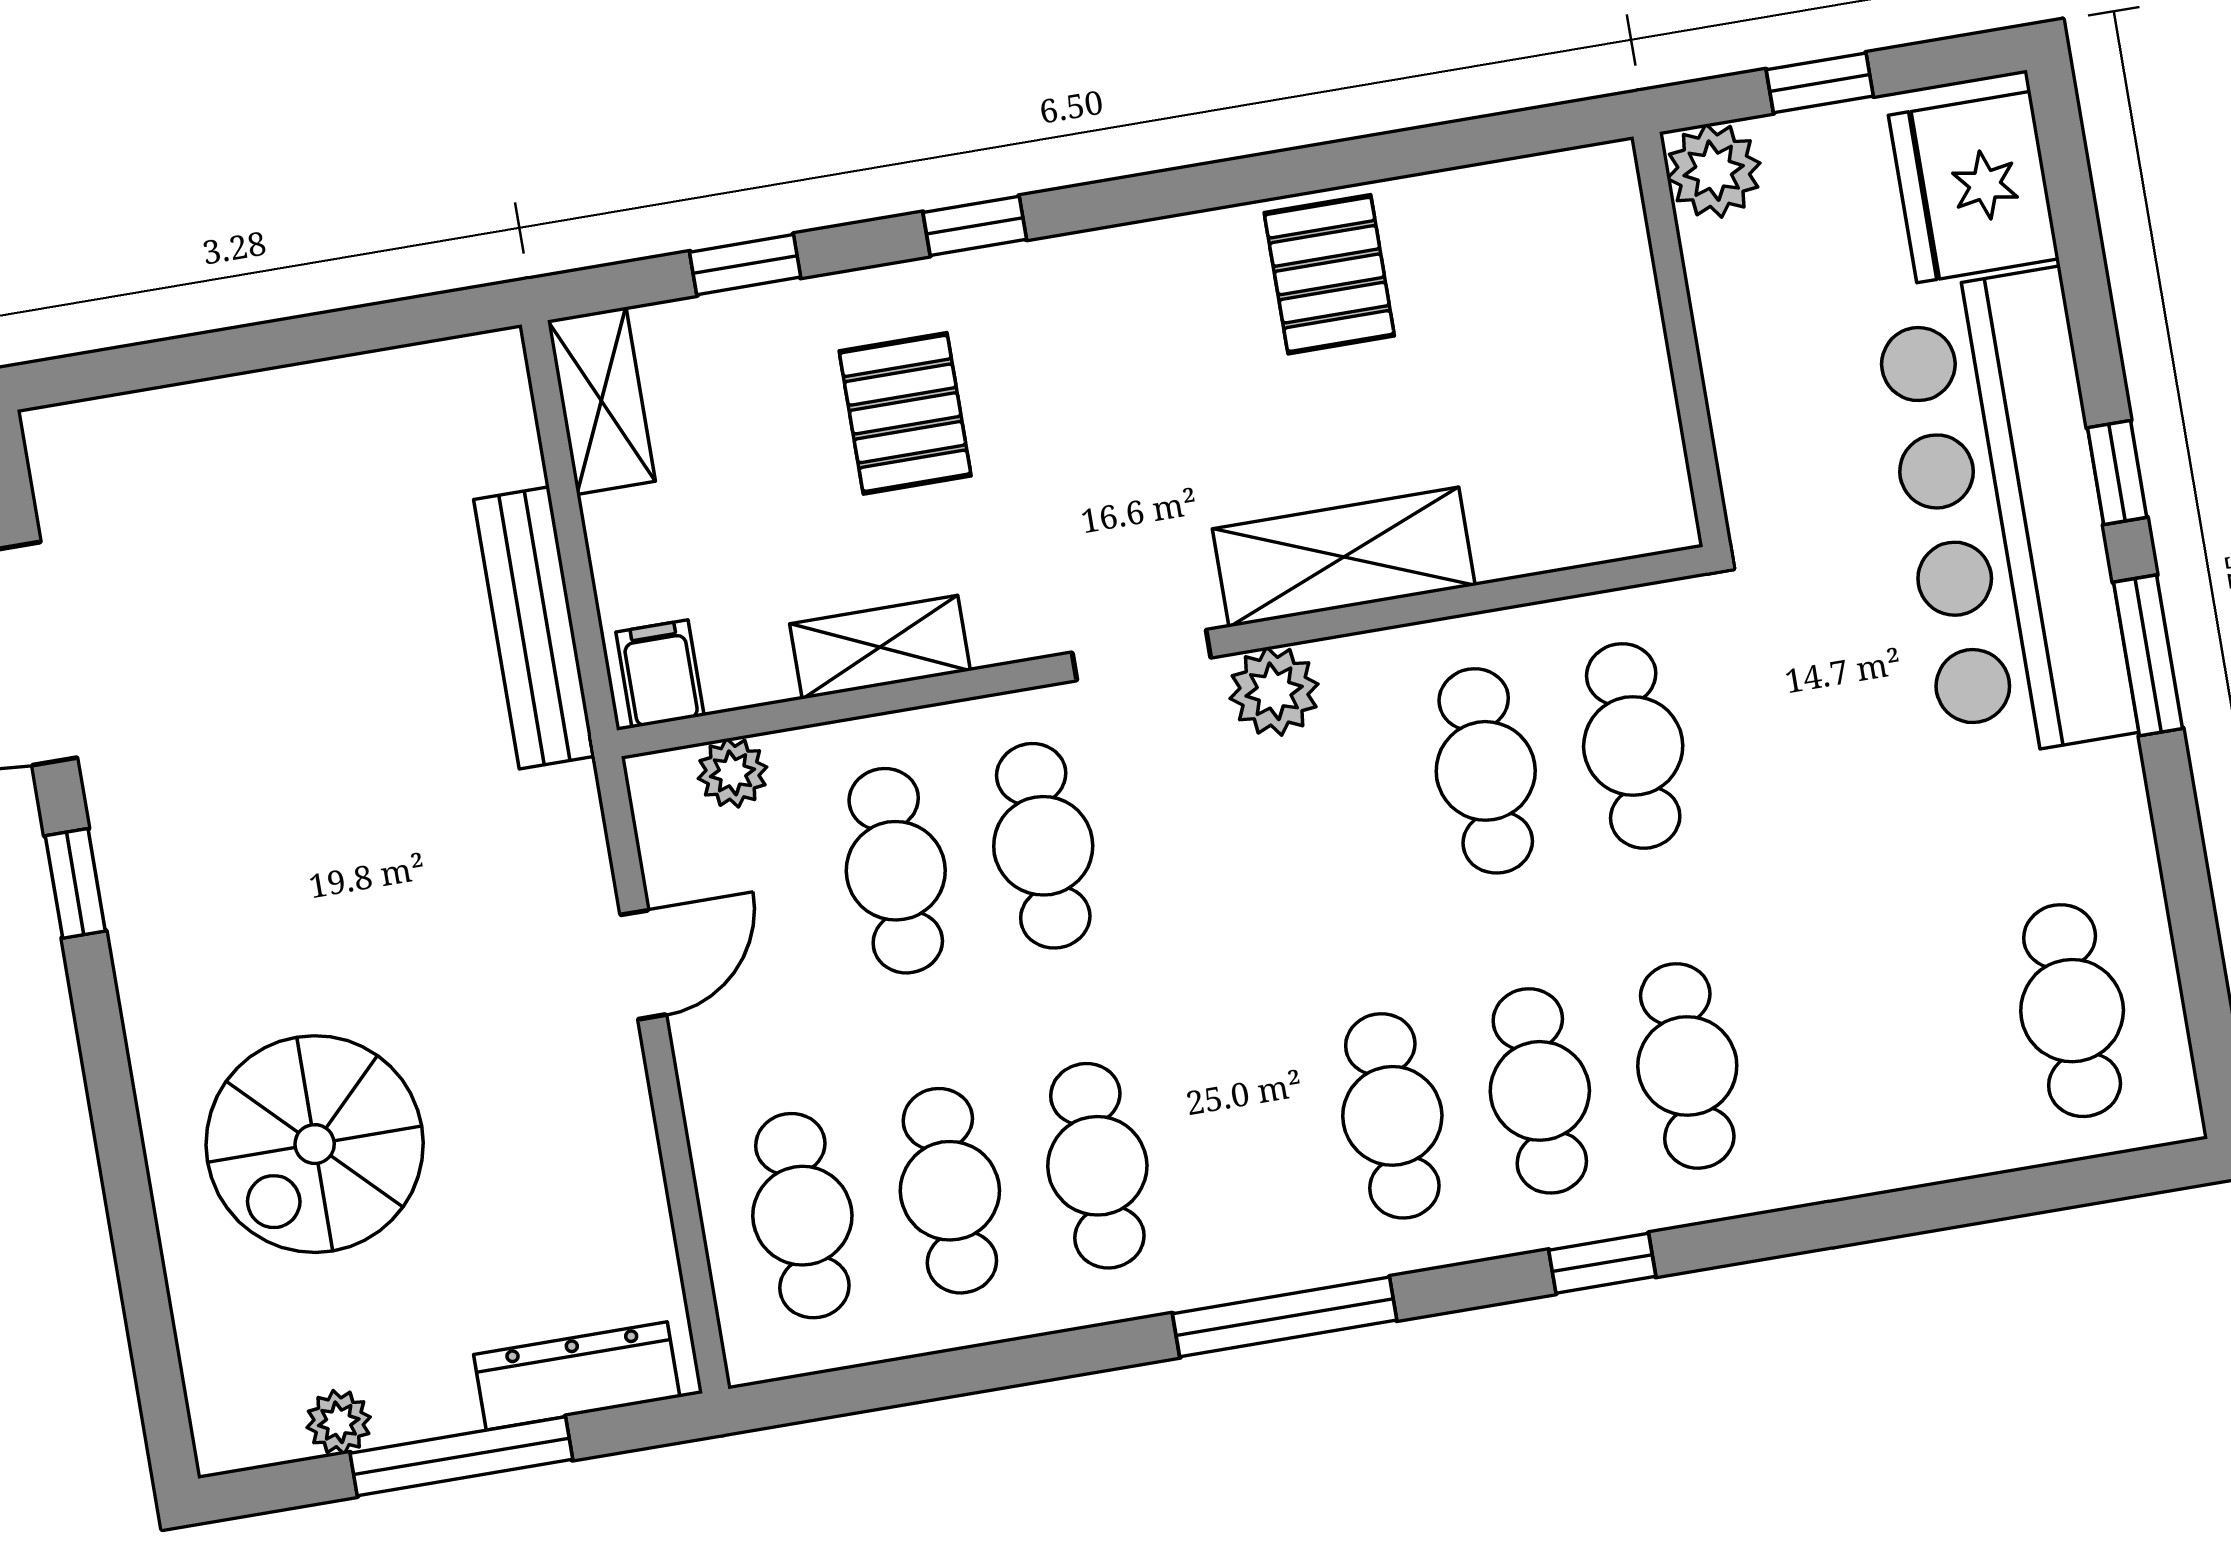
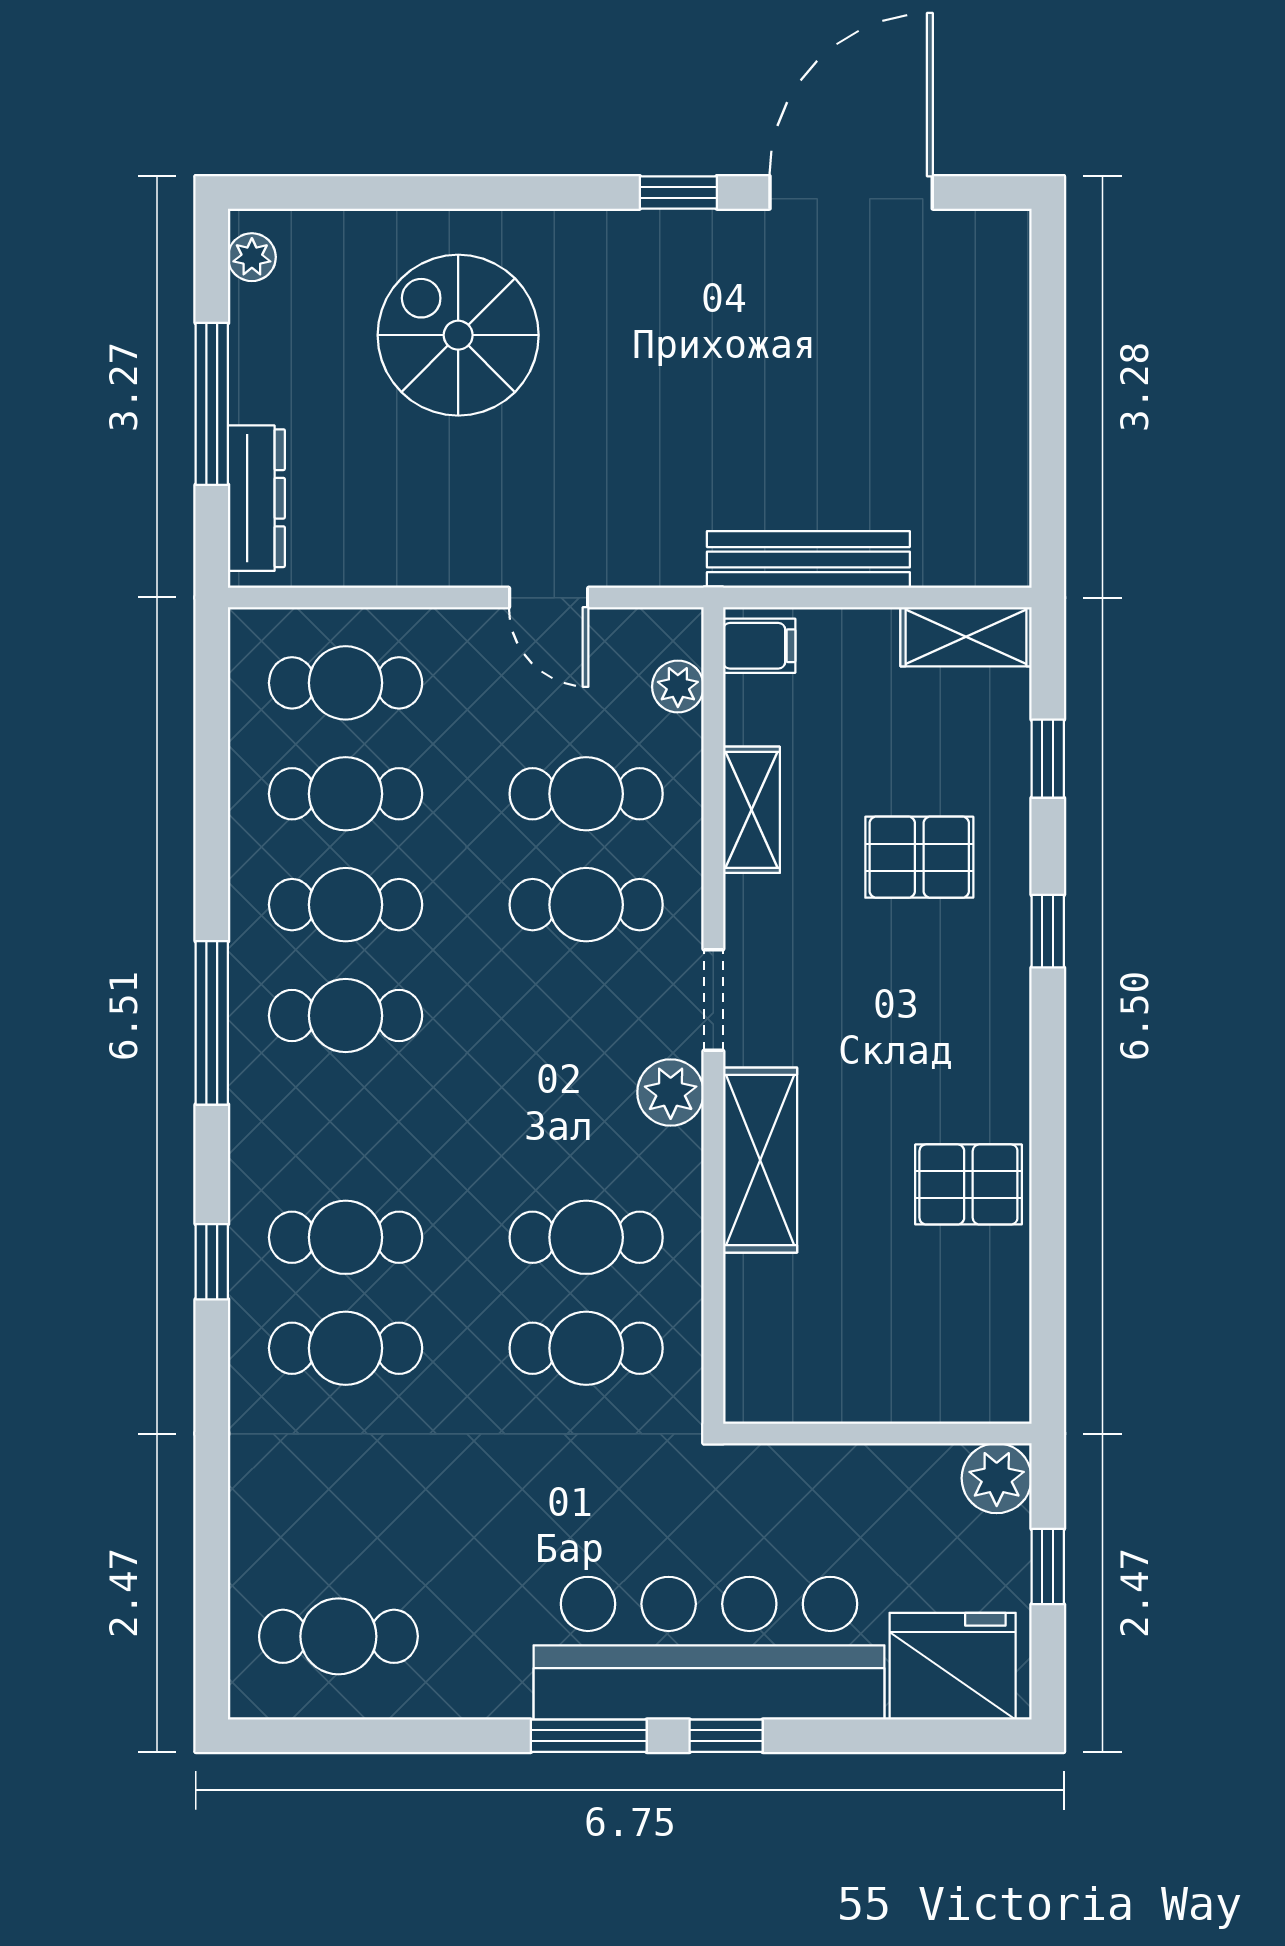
cafe table: (1392, 1116) -> (346, 1016), moved
plant: (339, 1422) -> (252, 257), moved

